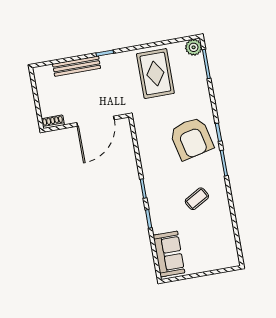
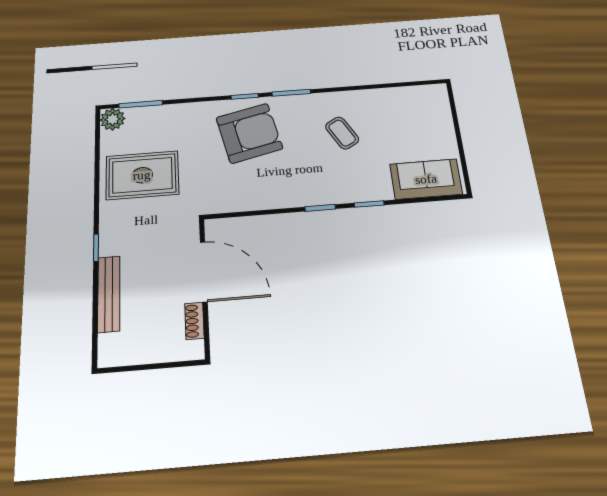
shoe rack: (53, 122) -> (194, 321), moved

